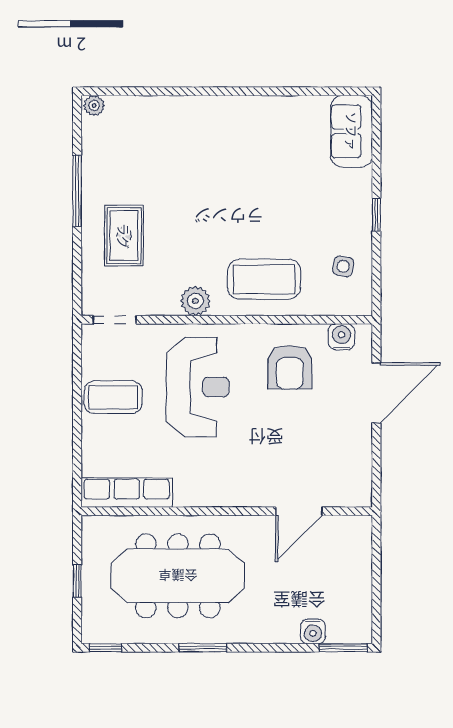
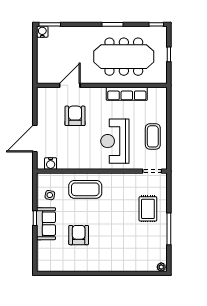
sofa: (352, 131) -> (46, 224), moved
armchair: (279, 177) -> (79, 235), added
plant: (195, 301) -> (116, 180), removed
armchair: (290, 367) -> (75, 116), moved
coffee table: (113, 397) -> (153, 136), turned 90
row of seats: (127, 493) -> (127, 94), moved
water cooler: (313, 631) -> (42, 32), moved

